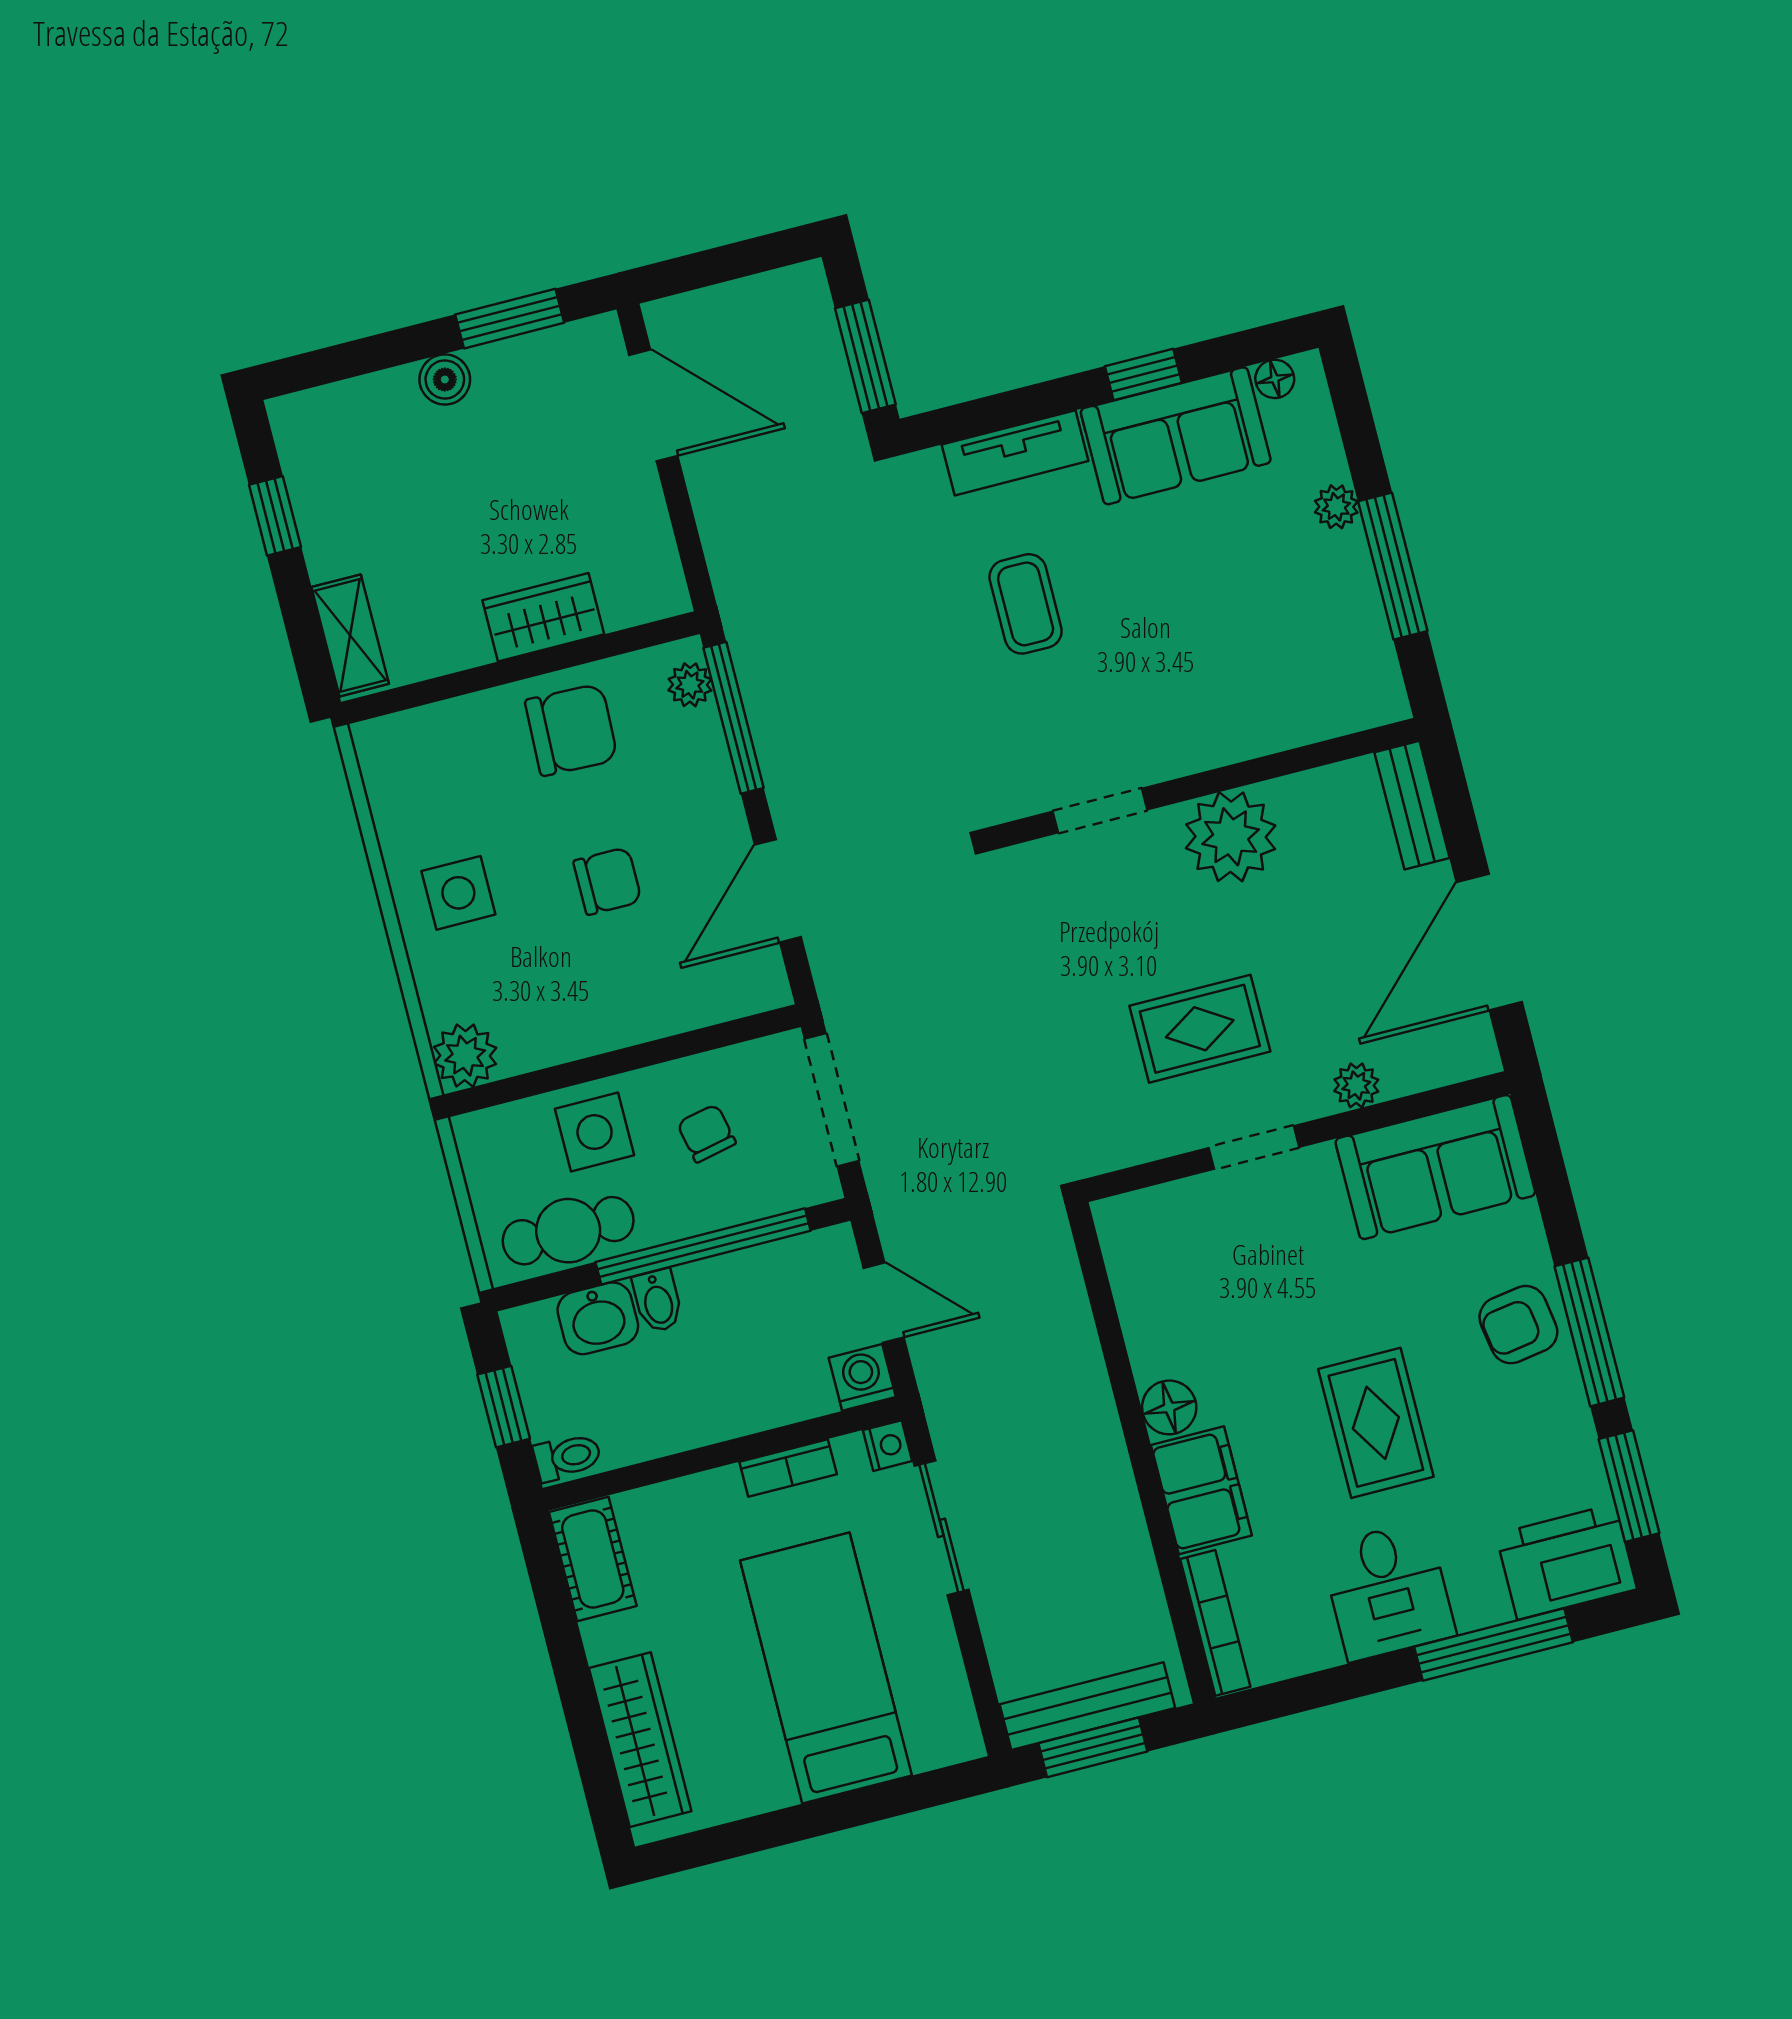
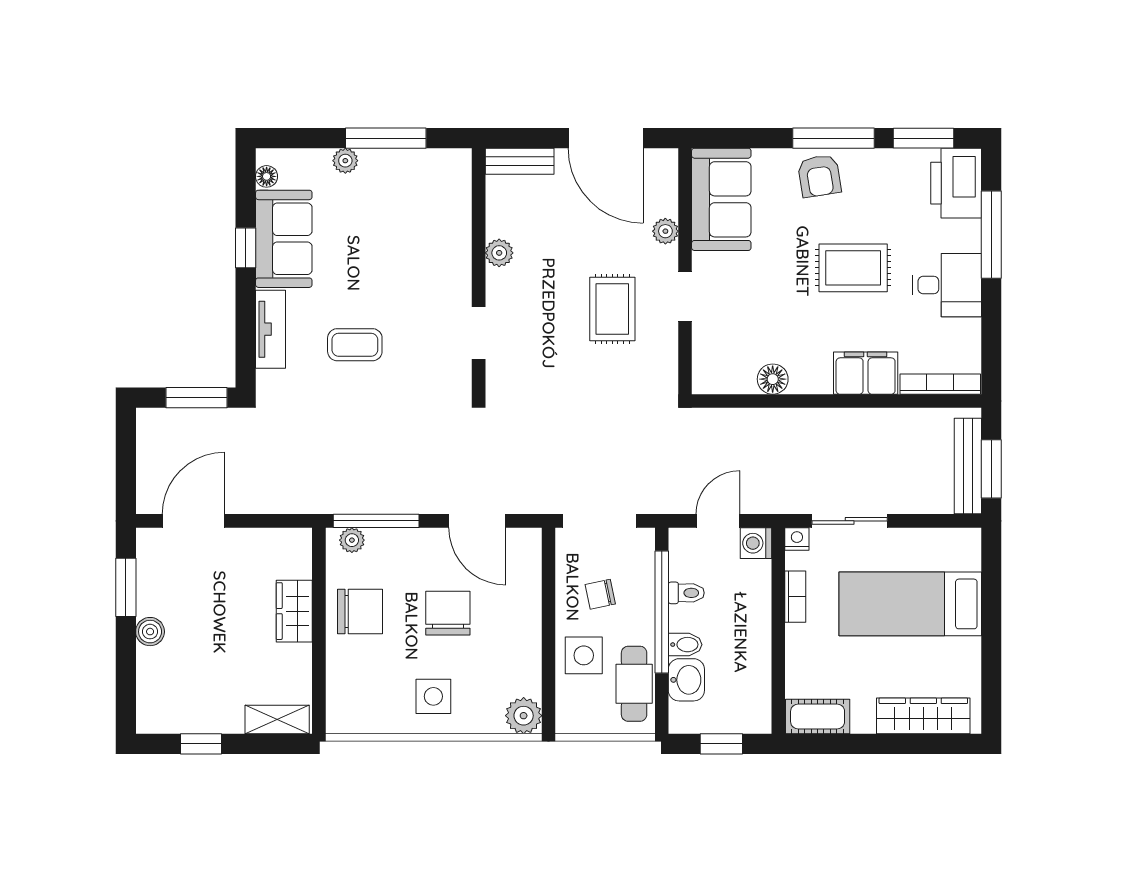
chair: (571, 730) -> (360, 612), turned 88
plant: (1231, 837) -> (499, 253), width x0.53, depth x0.53
chair: (607, 881) -> (448, 613), width x1.37, depth x1.37
floor lamp: (1169, 1407) -> (773, 379), moved
toilet: (567, 1457) -> (686, 593), moved, turned 90

